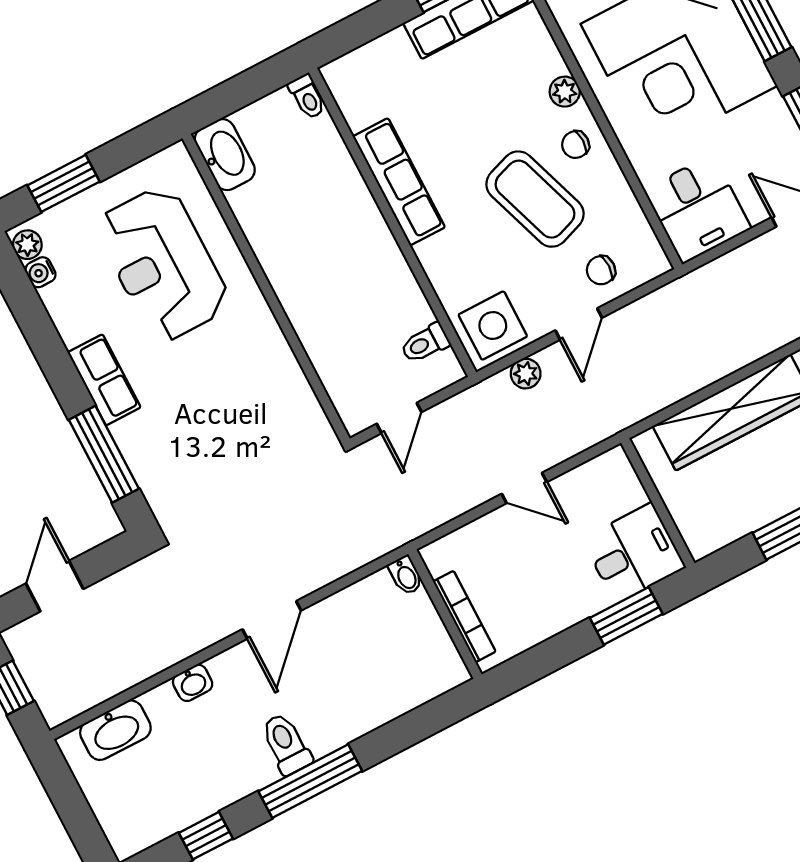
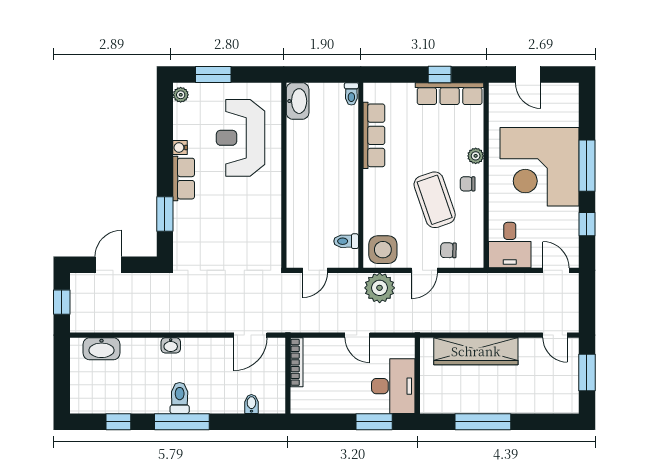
row of seats: (399, 182) -> (374, 135), moved
water cooler: (40, 272) -> (180, 148), moved
plant: (526, 374) -> (380, 288), width x1.88, depth x1.88
window: (104, 454) -> (165, 214), width x0.69
desk: (634, 553) -> (393, 386), width x1.37
bidet: (406, 575) -> (251, 404), moved, turned 180
bookcase: (464, 617) -> (297, 362), moved
door: (272, 620) -> (250, 335), moved
washbasin: (193, 683) -> (171, 345), moved

